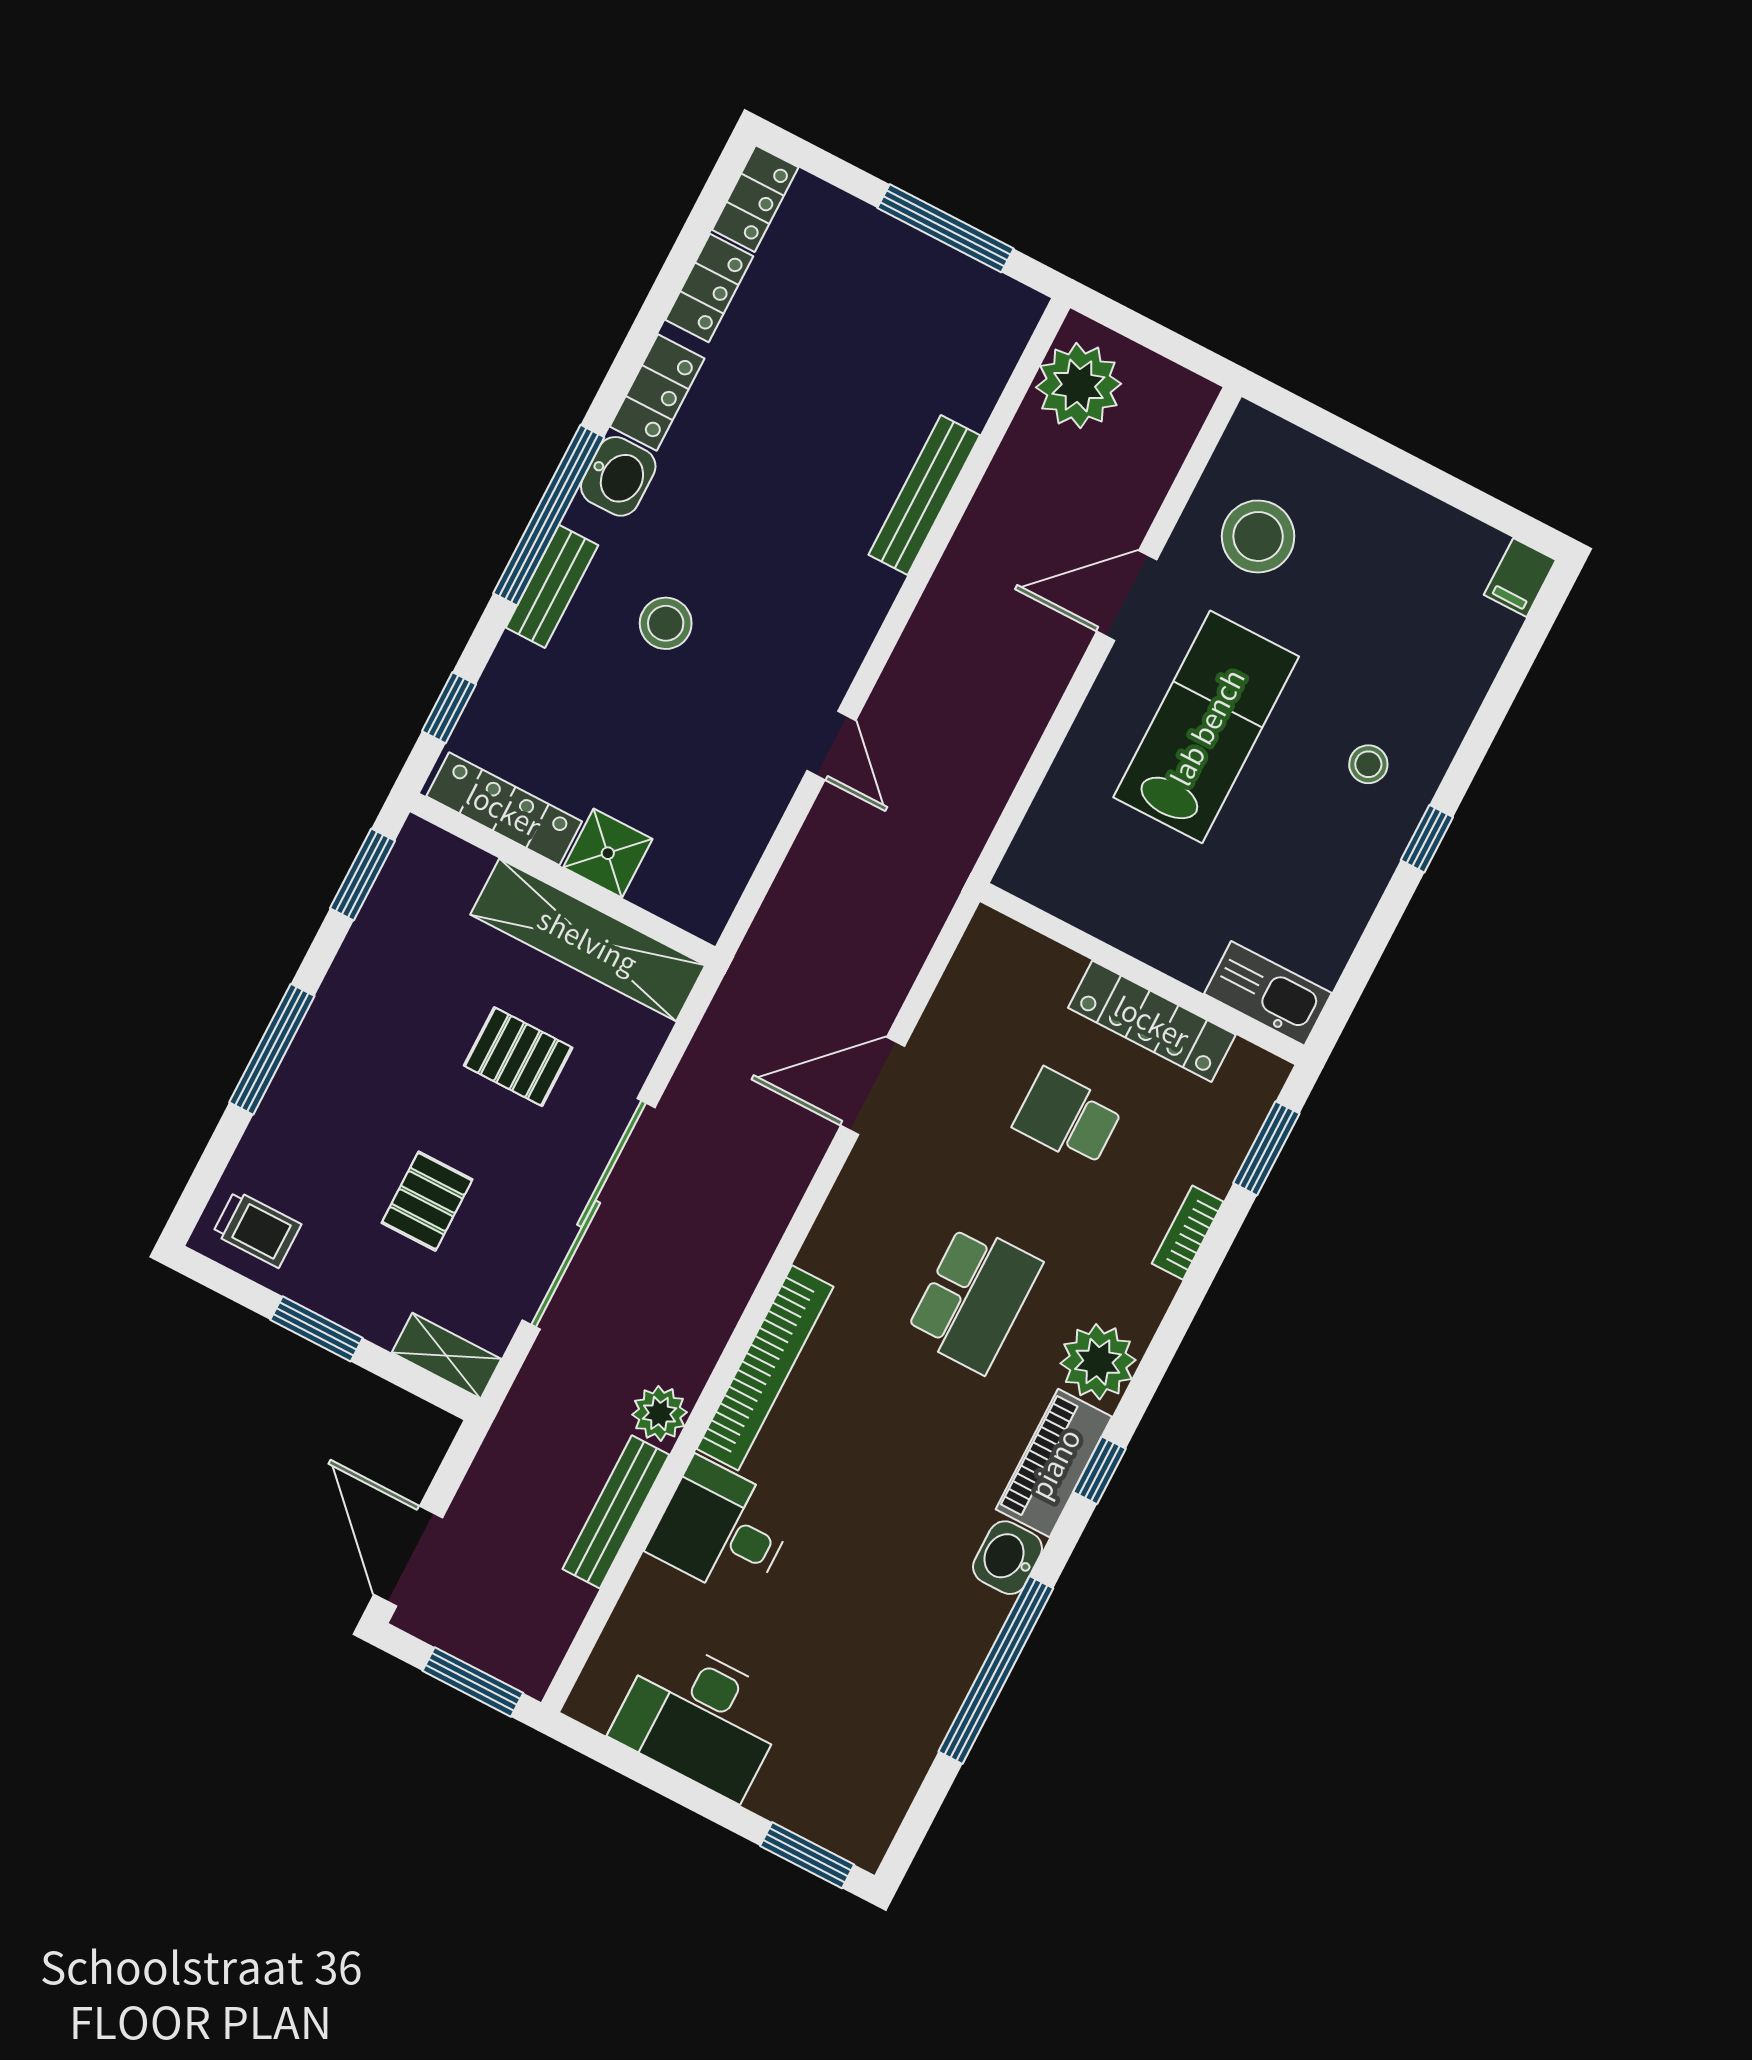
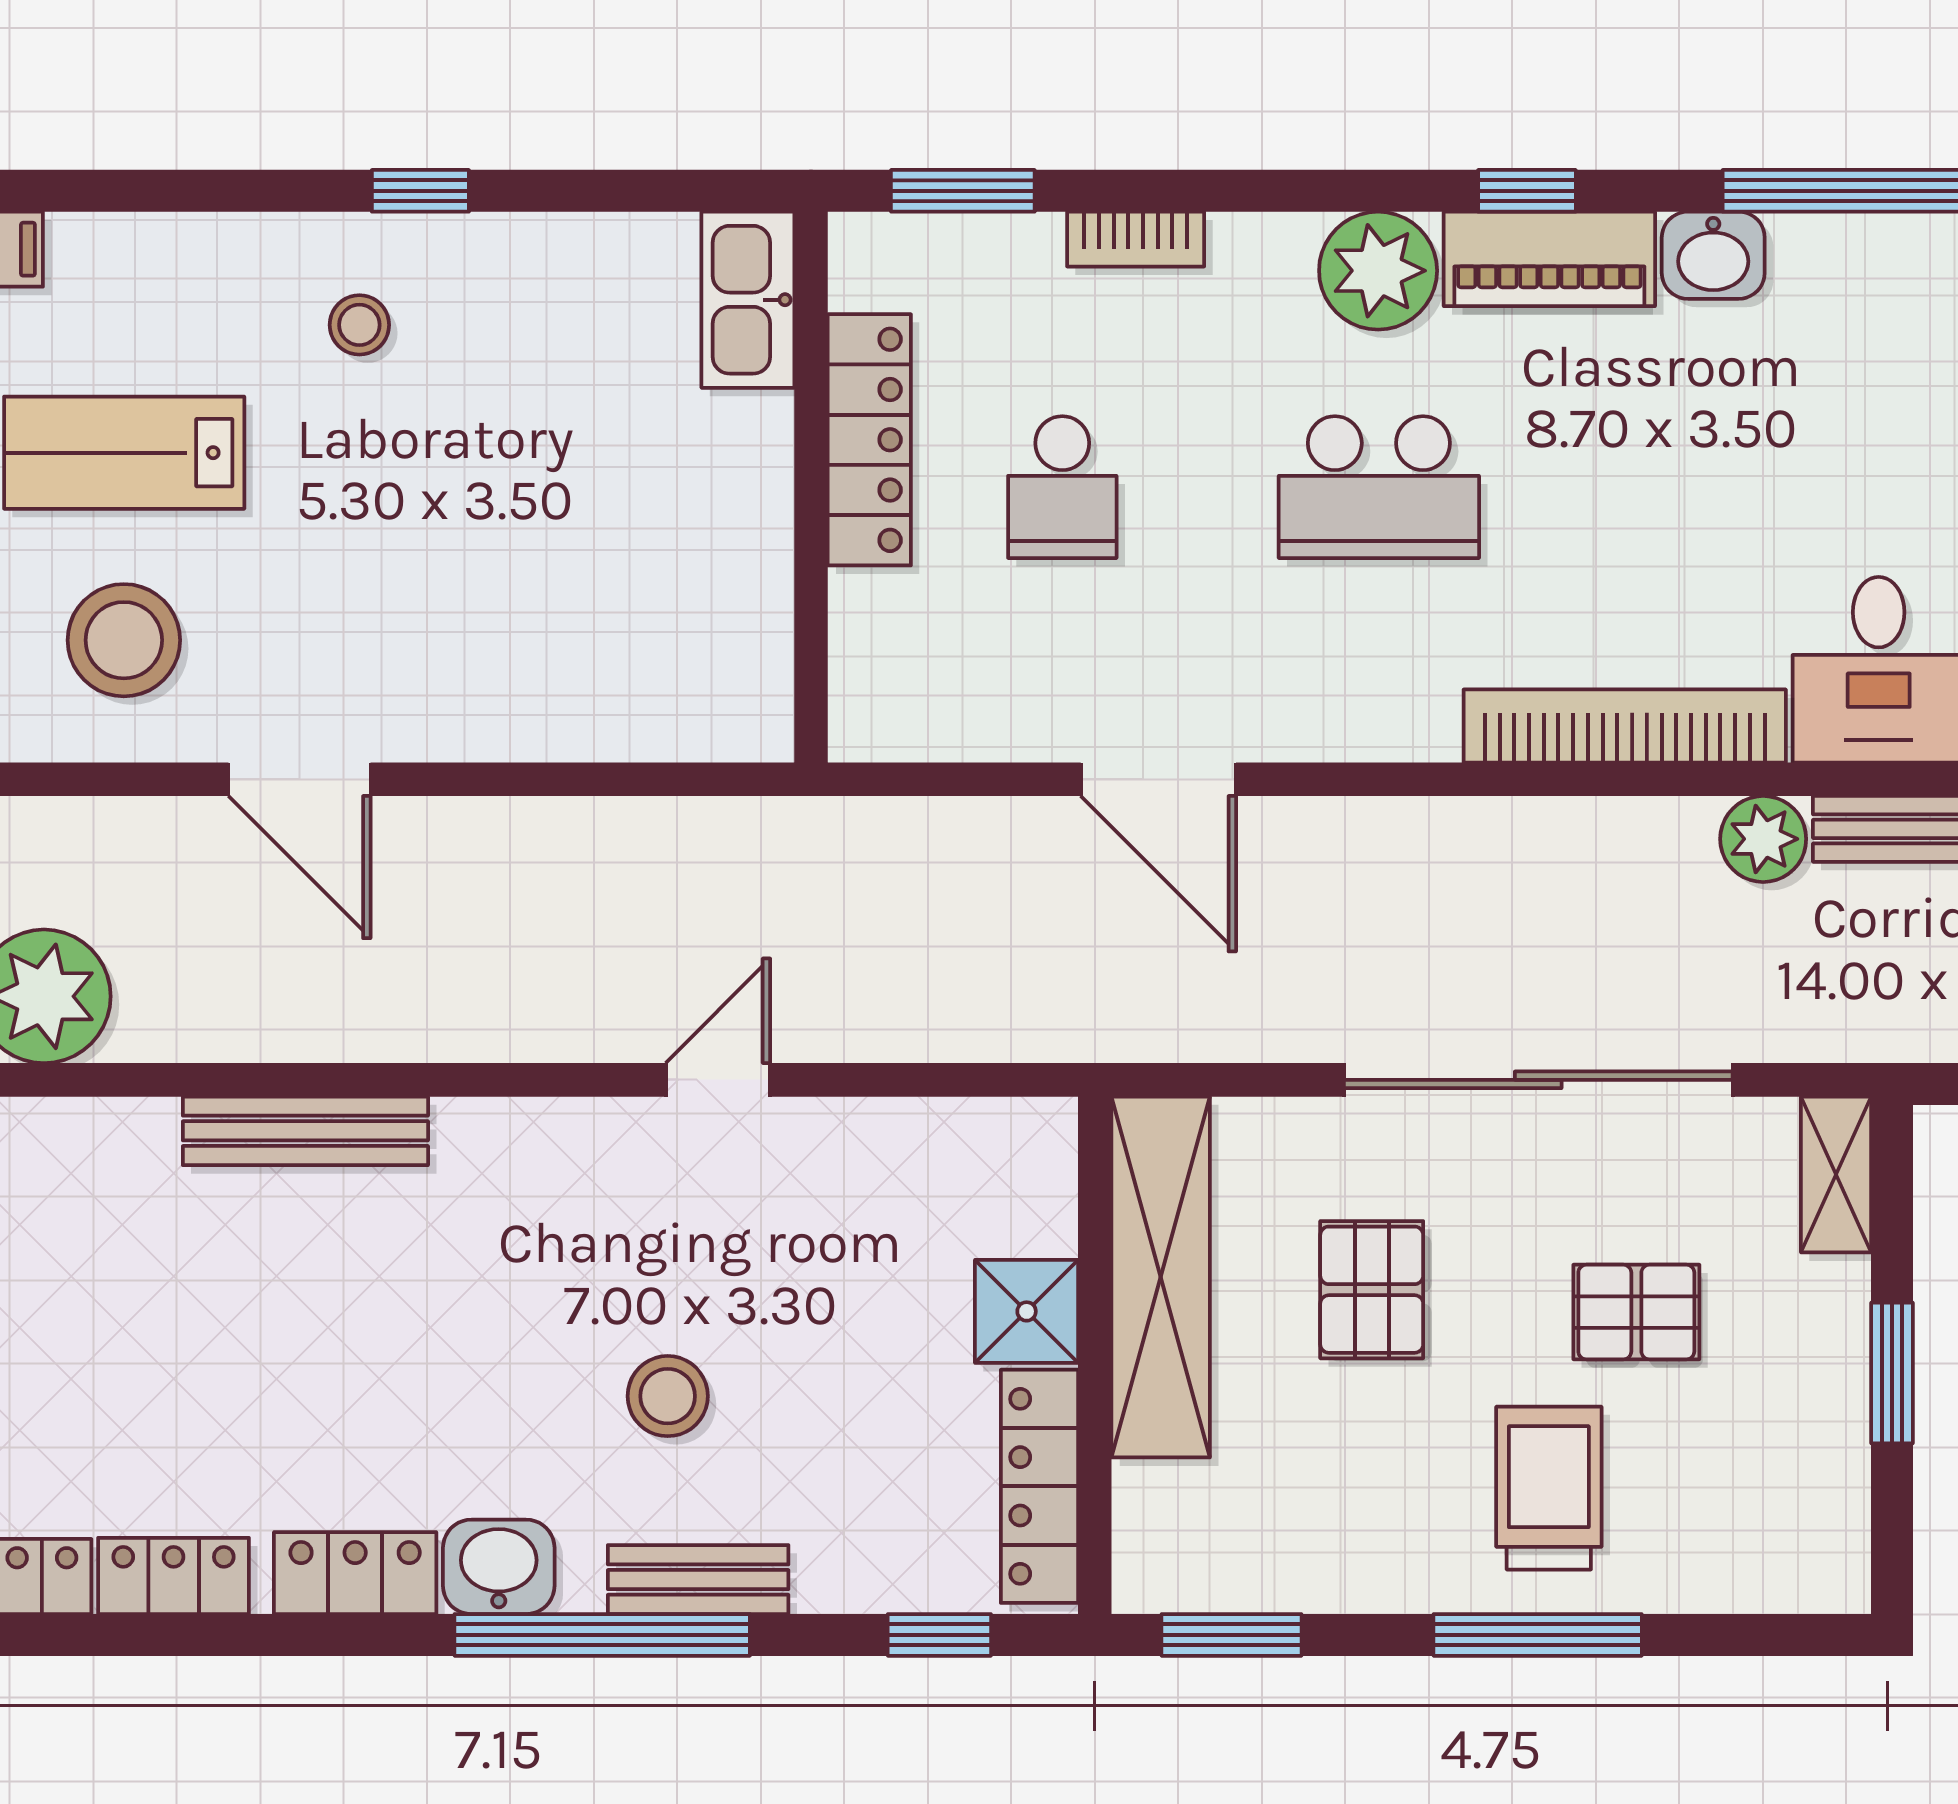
lab bench: (1206, 727) -> (124, 453), moved, width x0.73, depth x0.72
trolley: (257, 1229) -> (1549, 1488), moved, width x1.36, depth x1.39
school desk: (974, 1298) -> (1379, 487), turned 180

